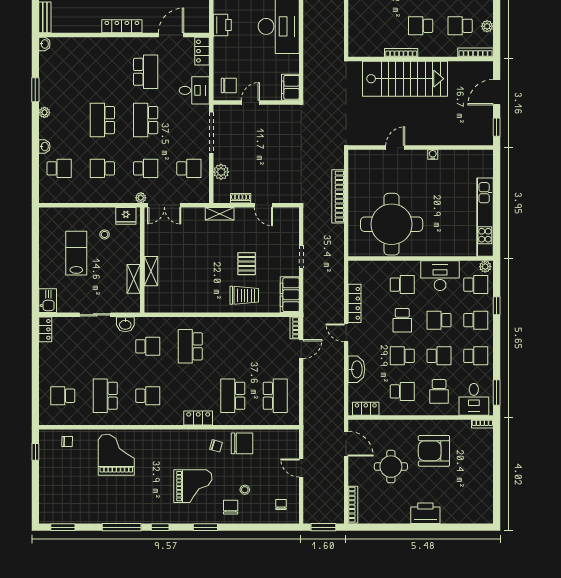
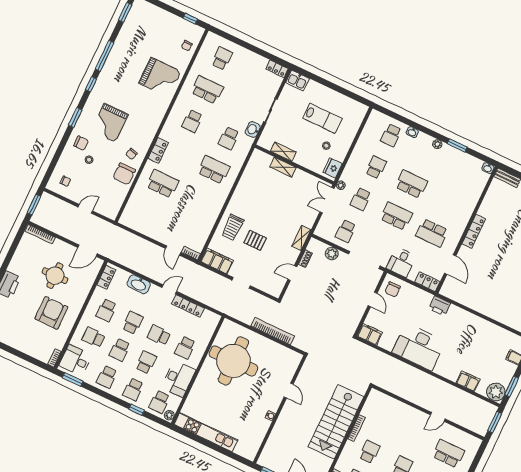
school desk: (275, 396) -> (148, 215), removed

